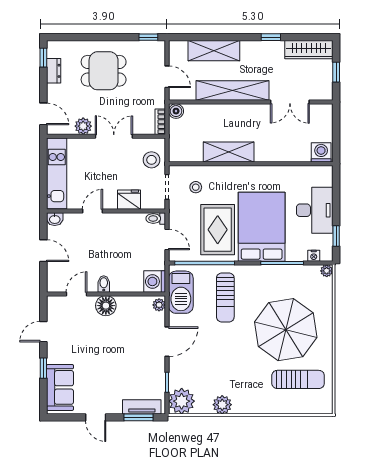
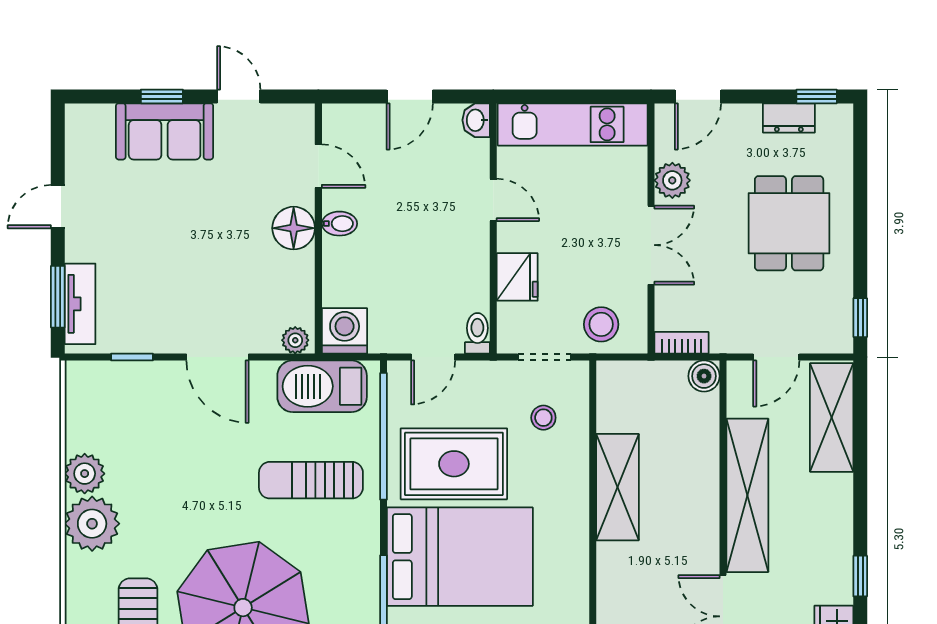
shelving: (214, 51) -> (832, 418), moved
sofa: (60, 387) -> (165, 131), moved
plant: (182, 401) -> (92, 524), moved

